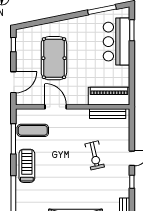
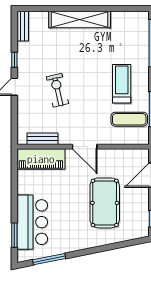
door: (56, 107) -> (85, 147), moved
bench: (108, 114) -> (43, 139), width x0.73
treadmill: (27, 166) -> (122, 84), moved, turned 180

